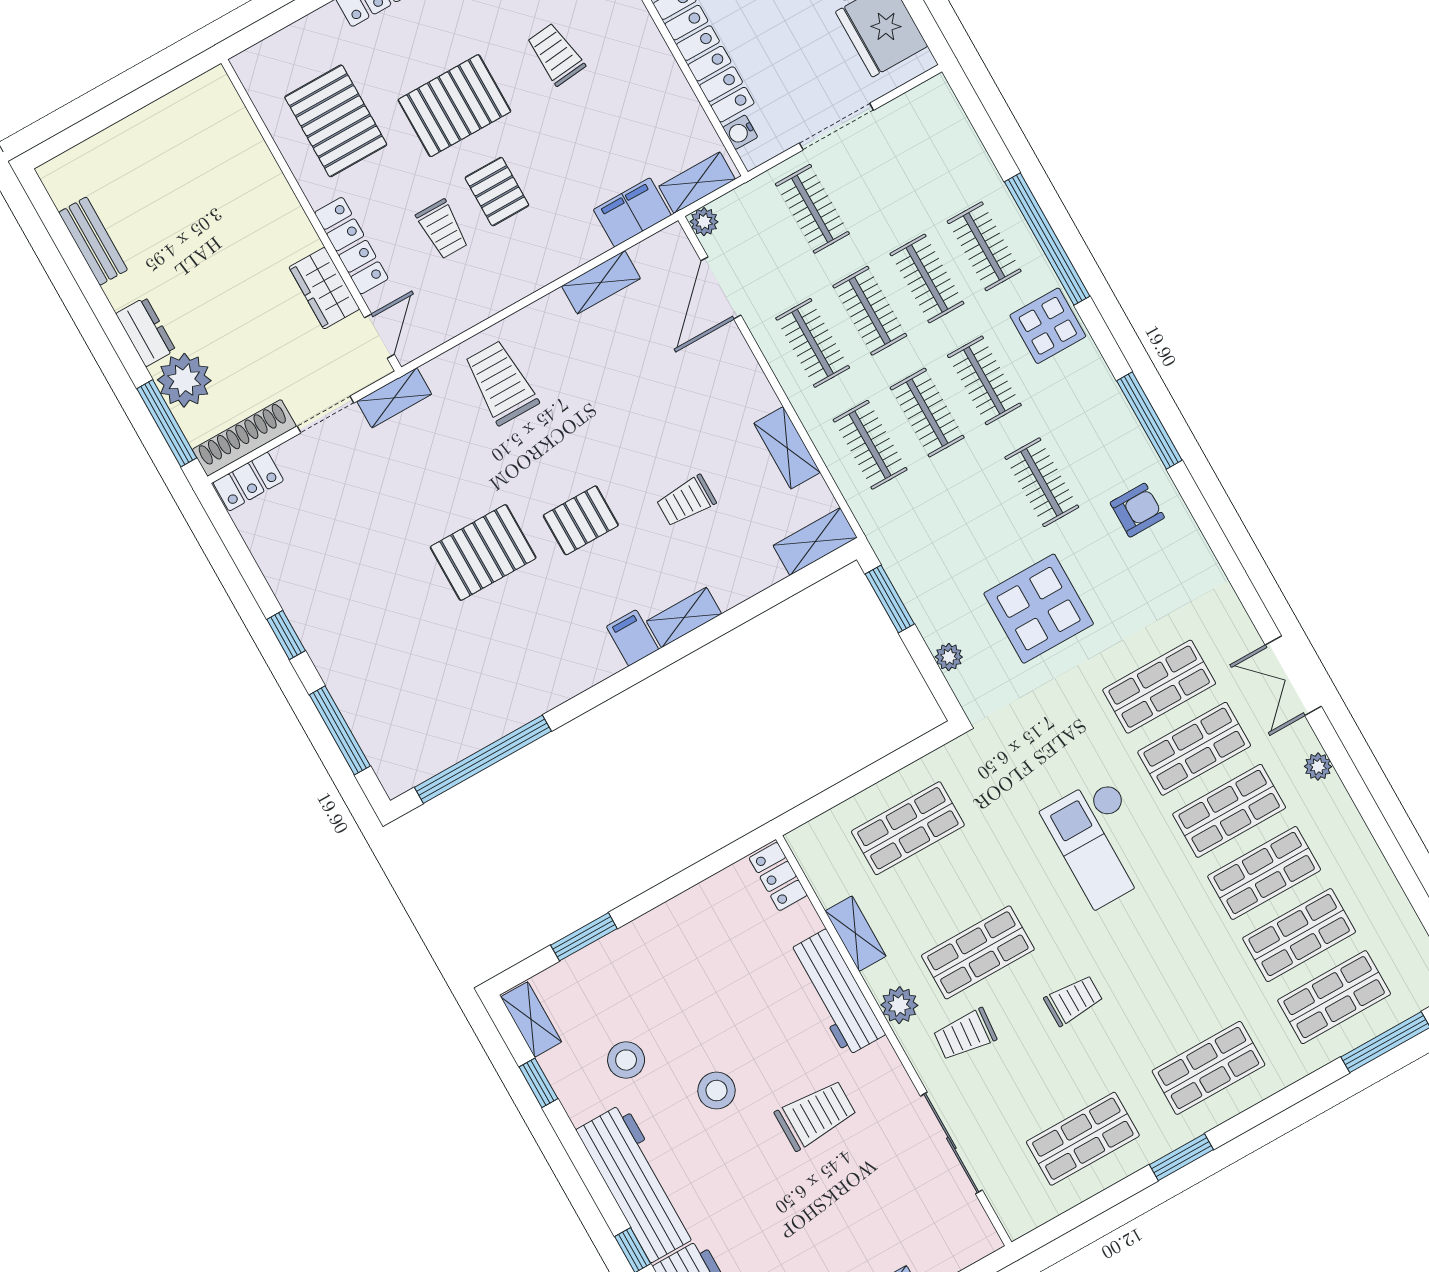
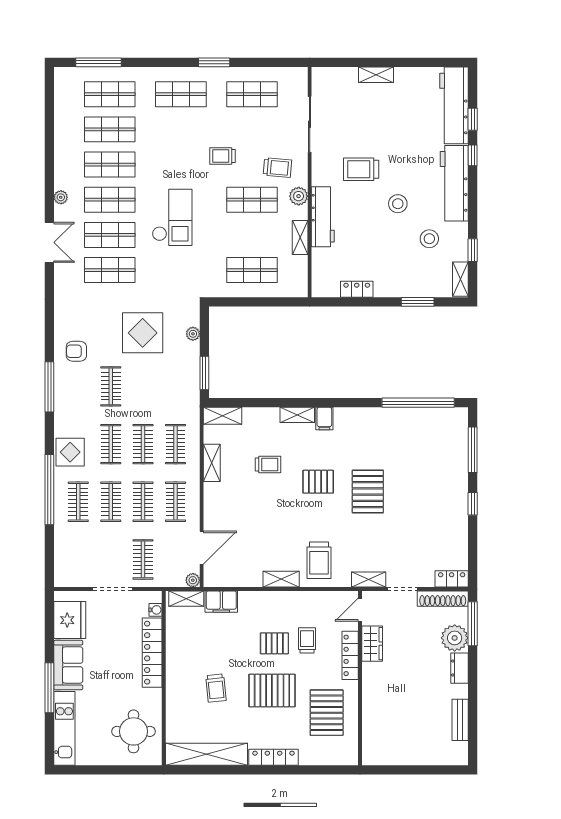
pallet: (497, 192) -> (274, 643), turned 90
shelving: (601, 282) -> (281, 579), moved
pallet: (483, 552) -> (368, 492), turned 90
locker: (778, 876) -> (357, 289), moved, turned -90

